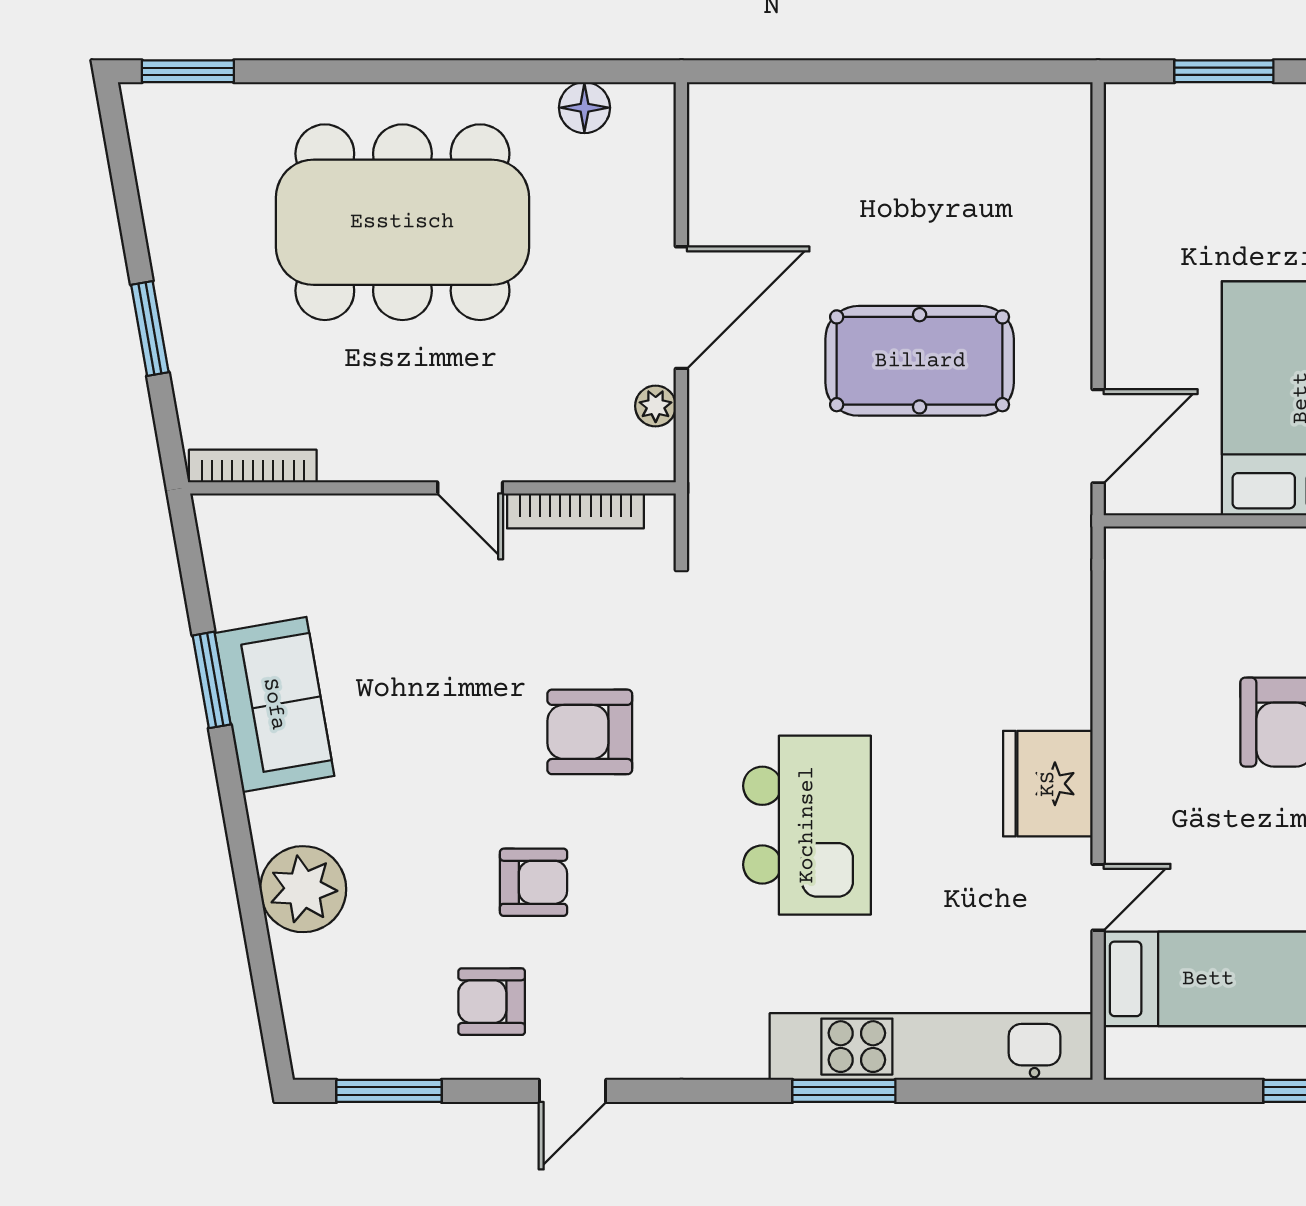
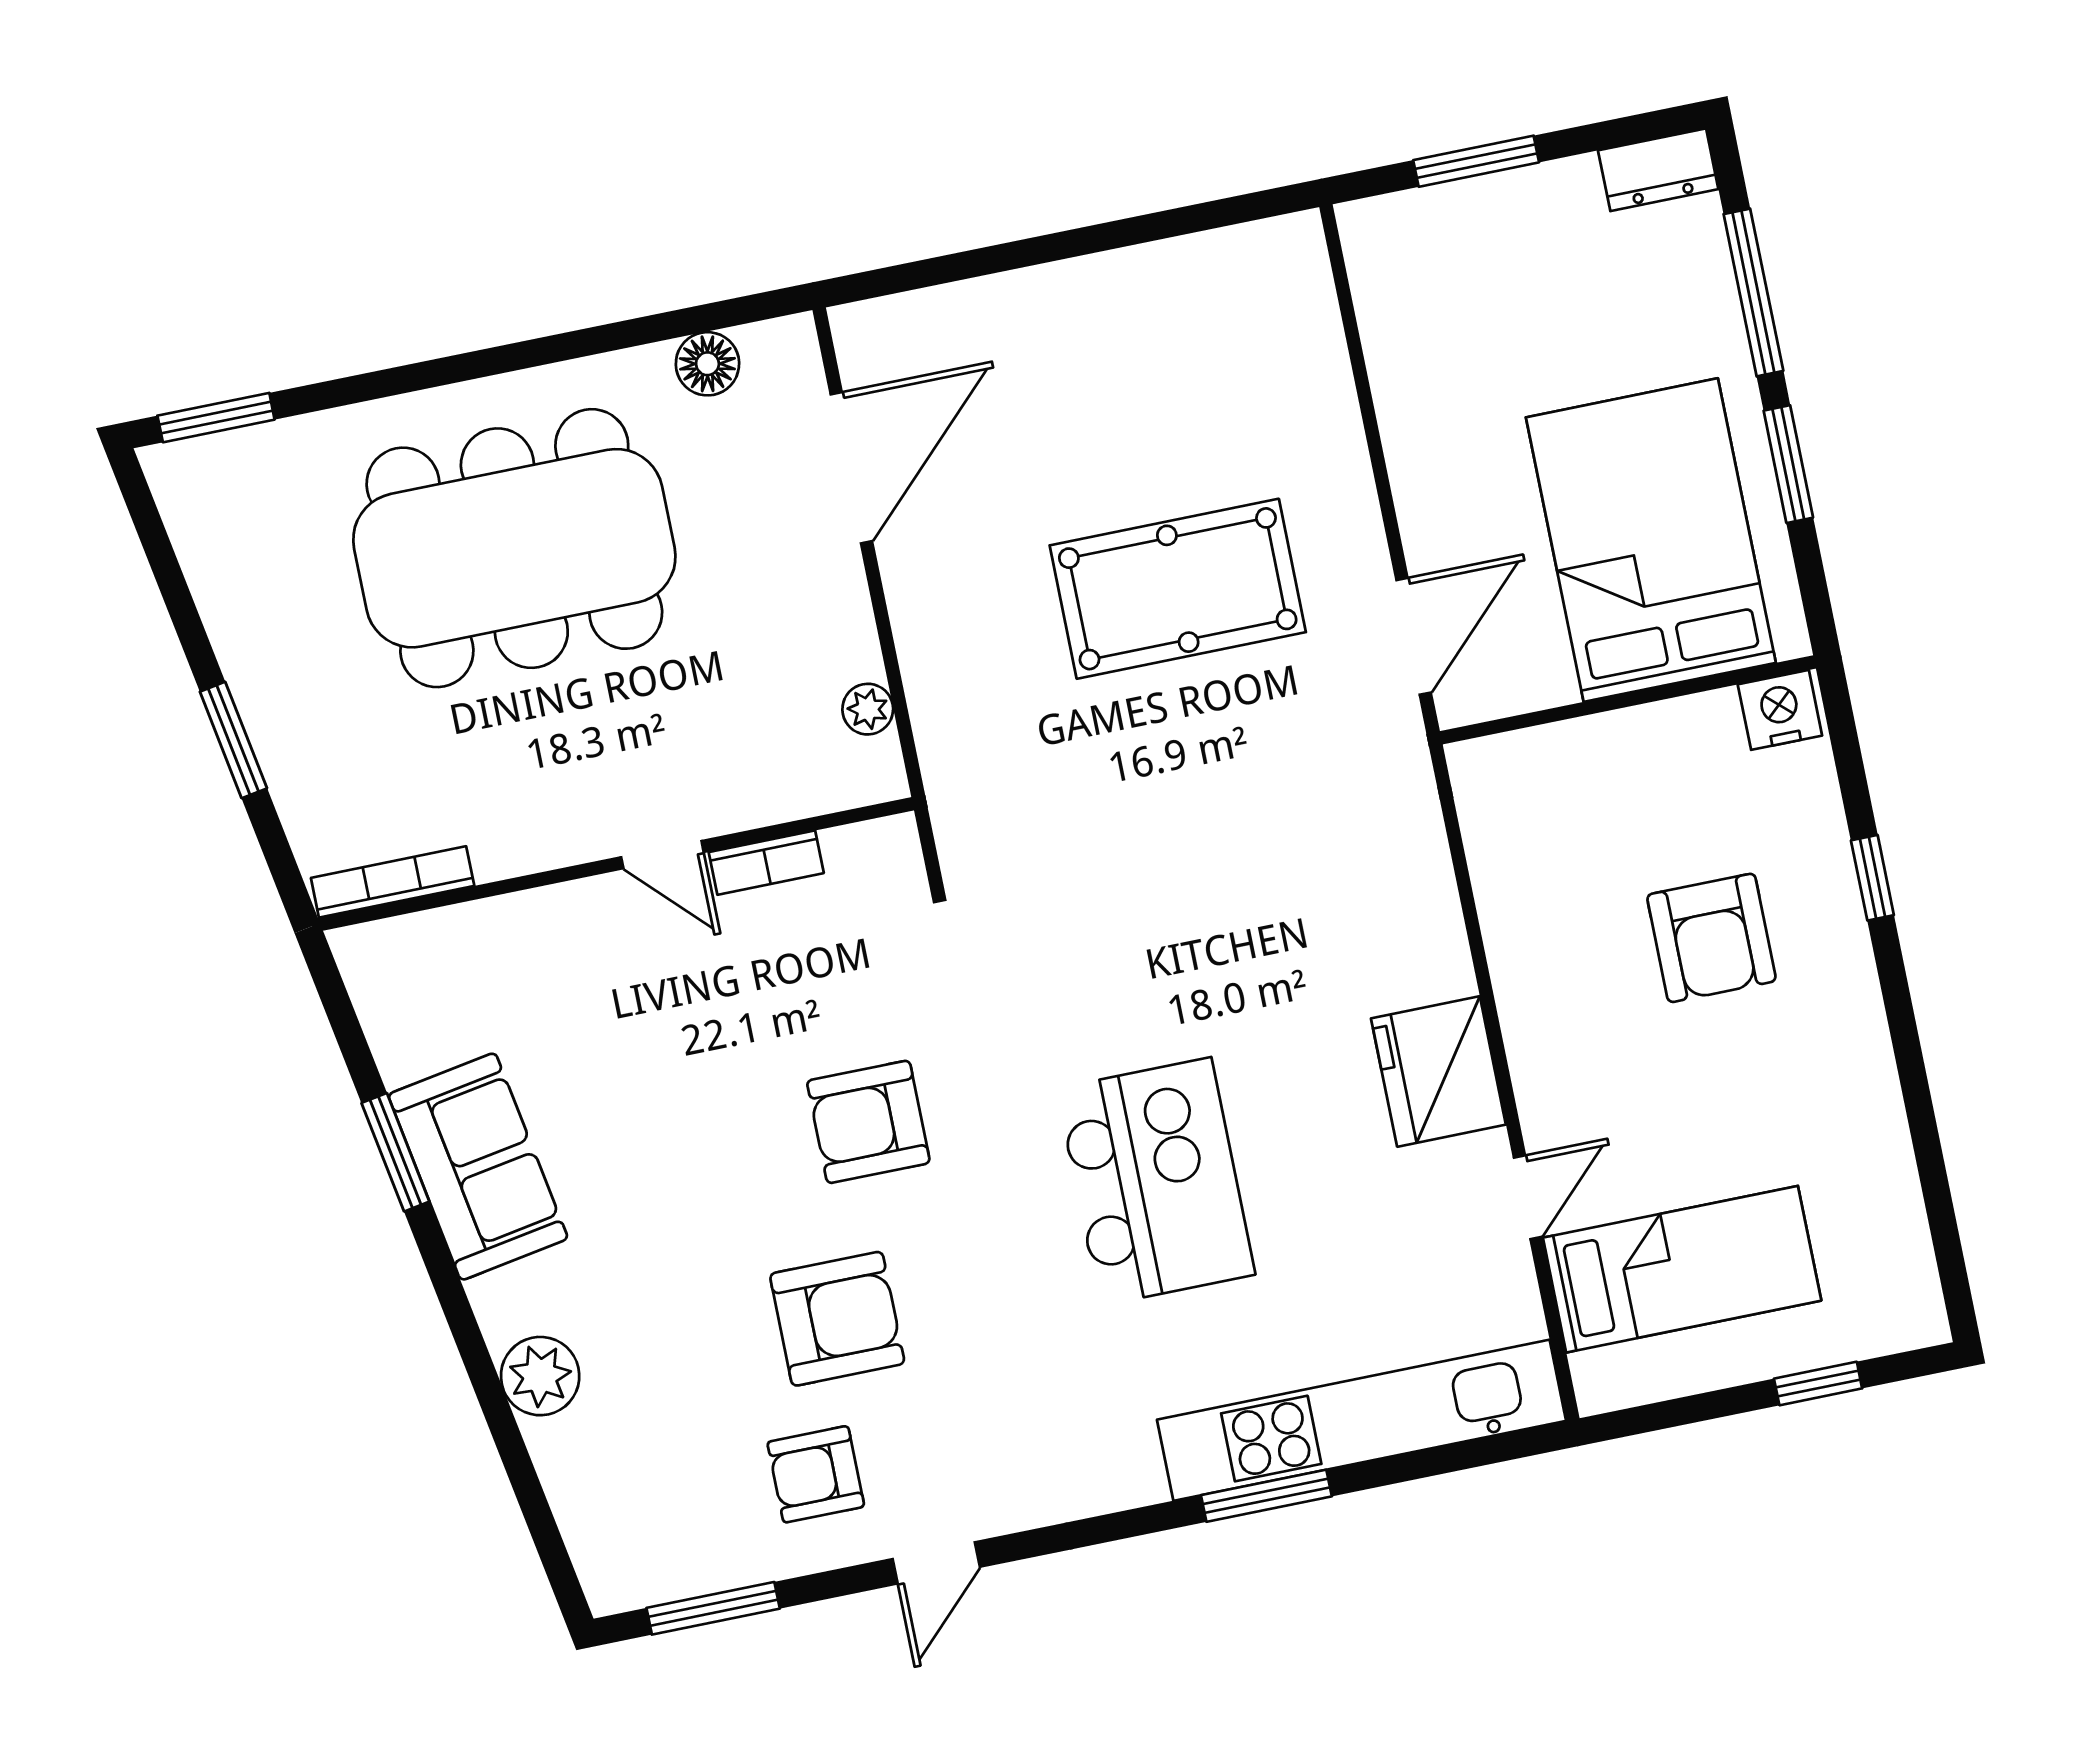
door: (681, 308) -> (851, 468), moved
bookcase: (575, 511) -> (766, 863), width x0.64
armchair: (534, 882) -> (837, 1319), width x1.38, depth x1.38
plant: (303, 889) -> (540, 1376), width x0.73, depth x0.73

